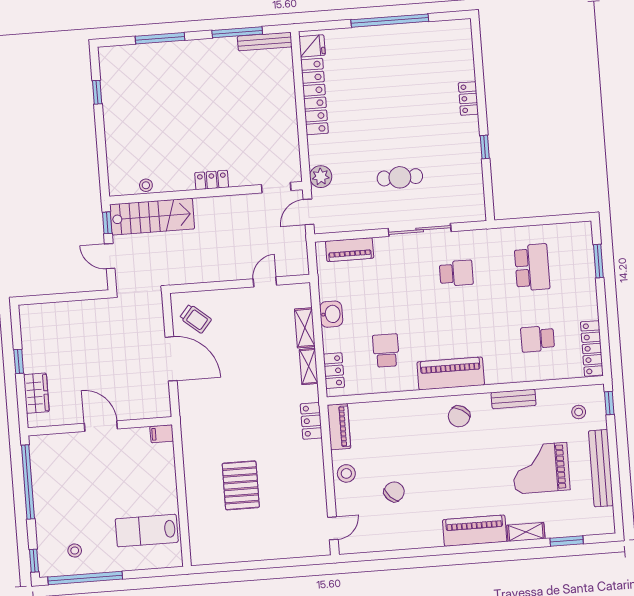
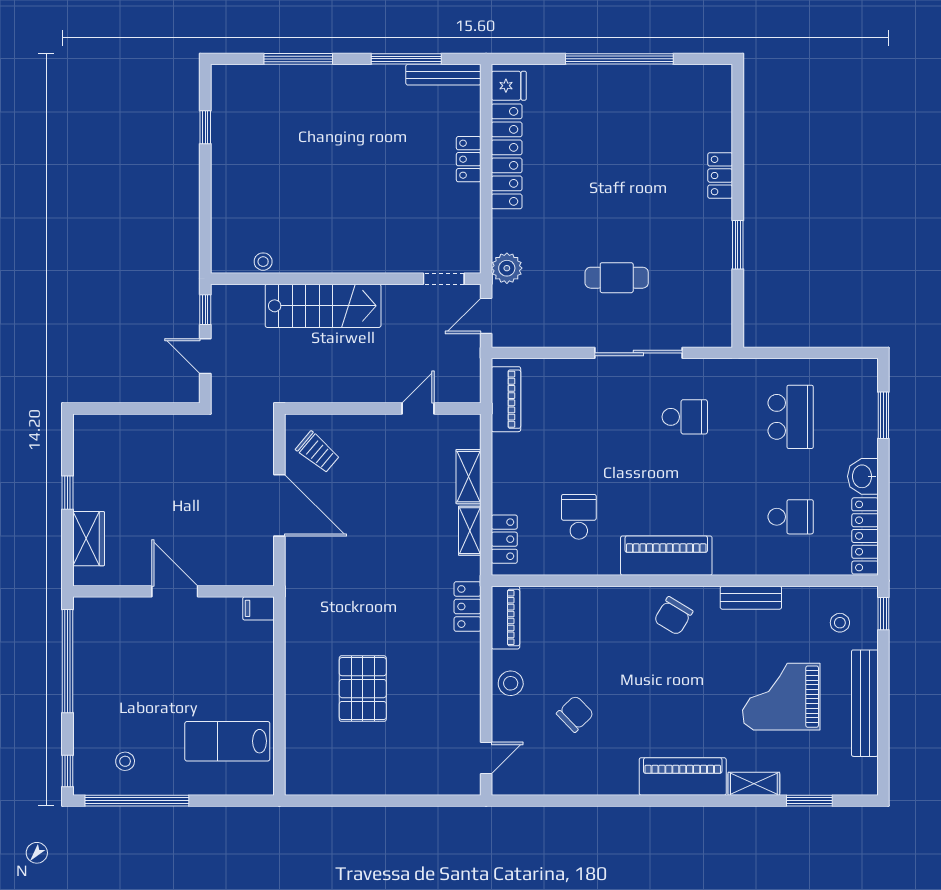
window: (485, 147) -> (738, 245), width x1.50
locker: (212, 180) -> (469, 159), moved, turned -90
stairs: (152, 217) -> (323, 306), moved
piano: (350, 250) -> (506, 399), moved, turned -90
washbasin: (331, 314) -> (863, 476), moved, turned 180
school desk: (538, 339) -> (791, 517), turned 180

